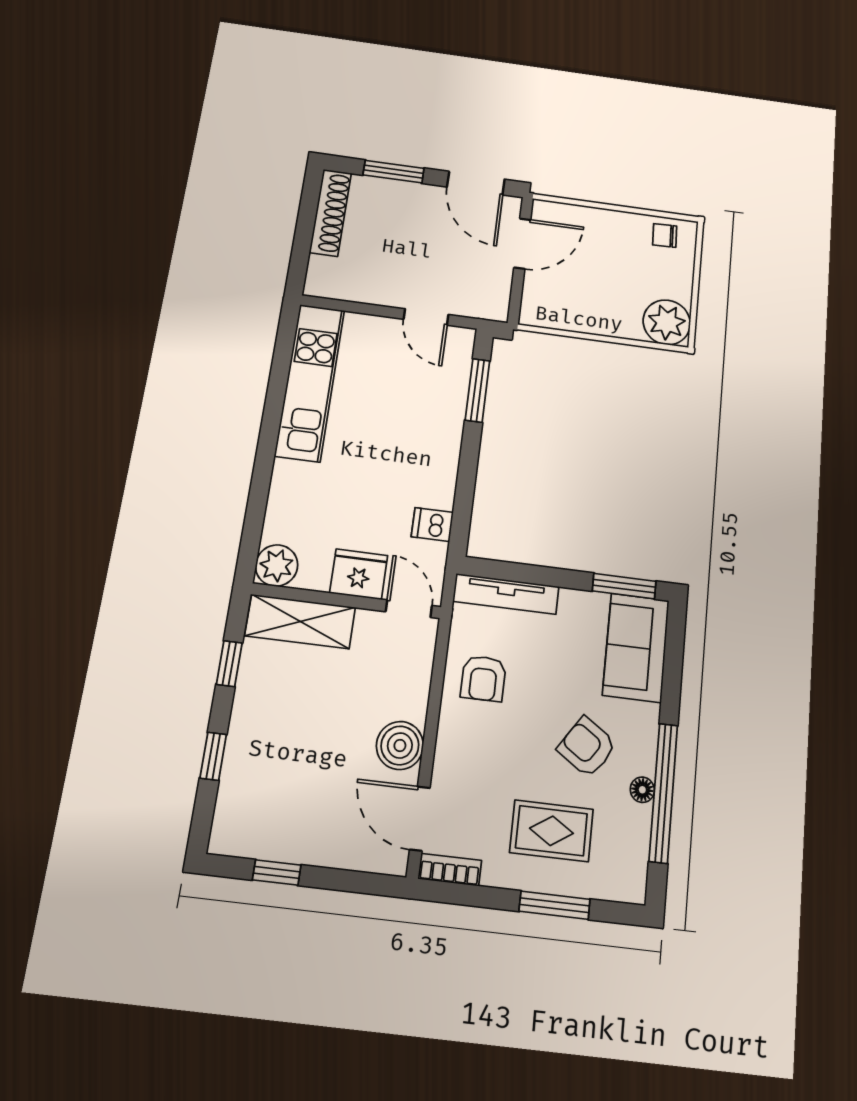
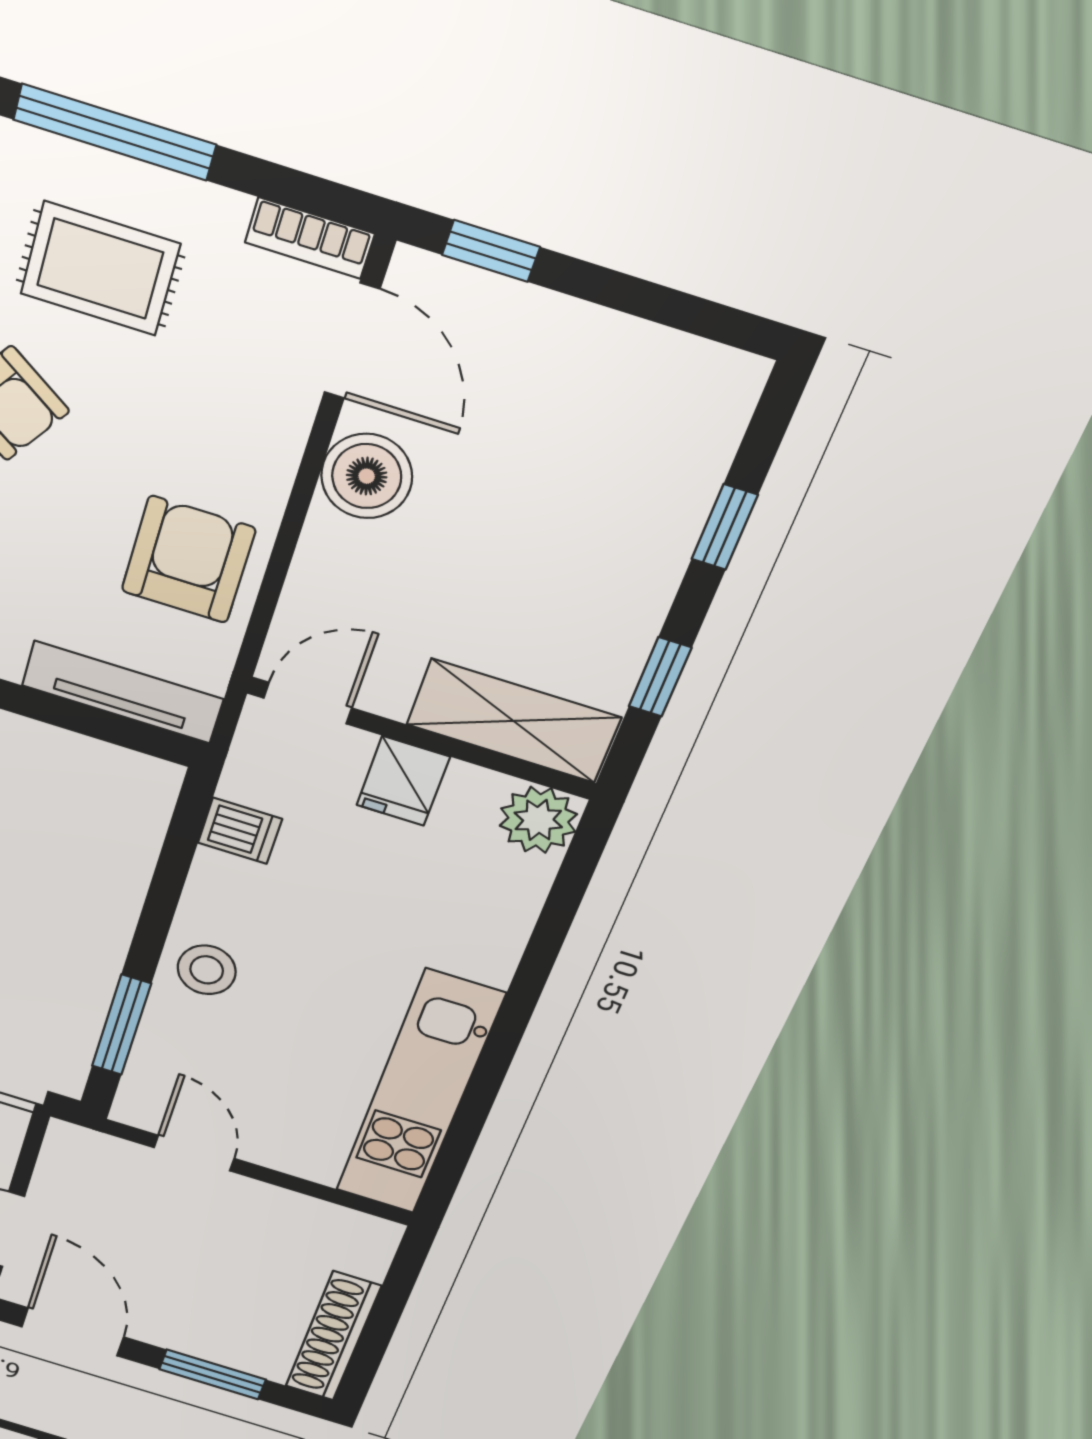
stool: (437, 435) -> (207, 970), added
fridge: (359, 574) -> (403, 781), width x0.72
door: (409, 609) -> (308, 703), swing flipped
armchair: (483, 678) -> (188, 560), width x1.38, depth x1.38
window: (277, 872) -> (491, 251), moved
window: (555, 905) -> (115, 132), width x1.44

